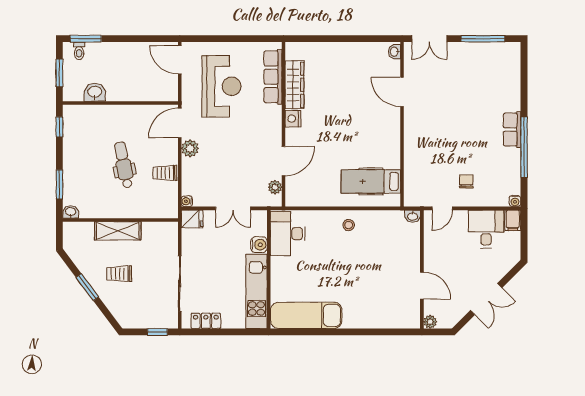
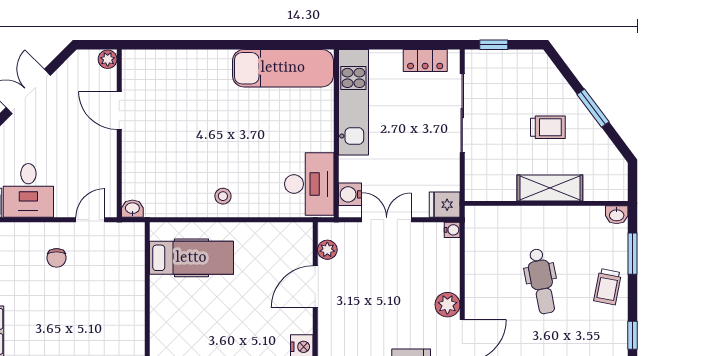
trolley: (165, 173) -> (608, 287), moved, turned 101
water cooler: (259, 245) -> (350, 194), moved

